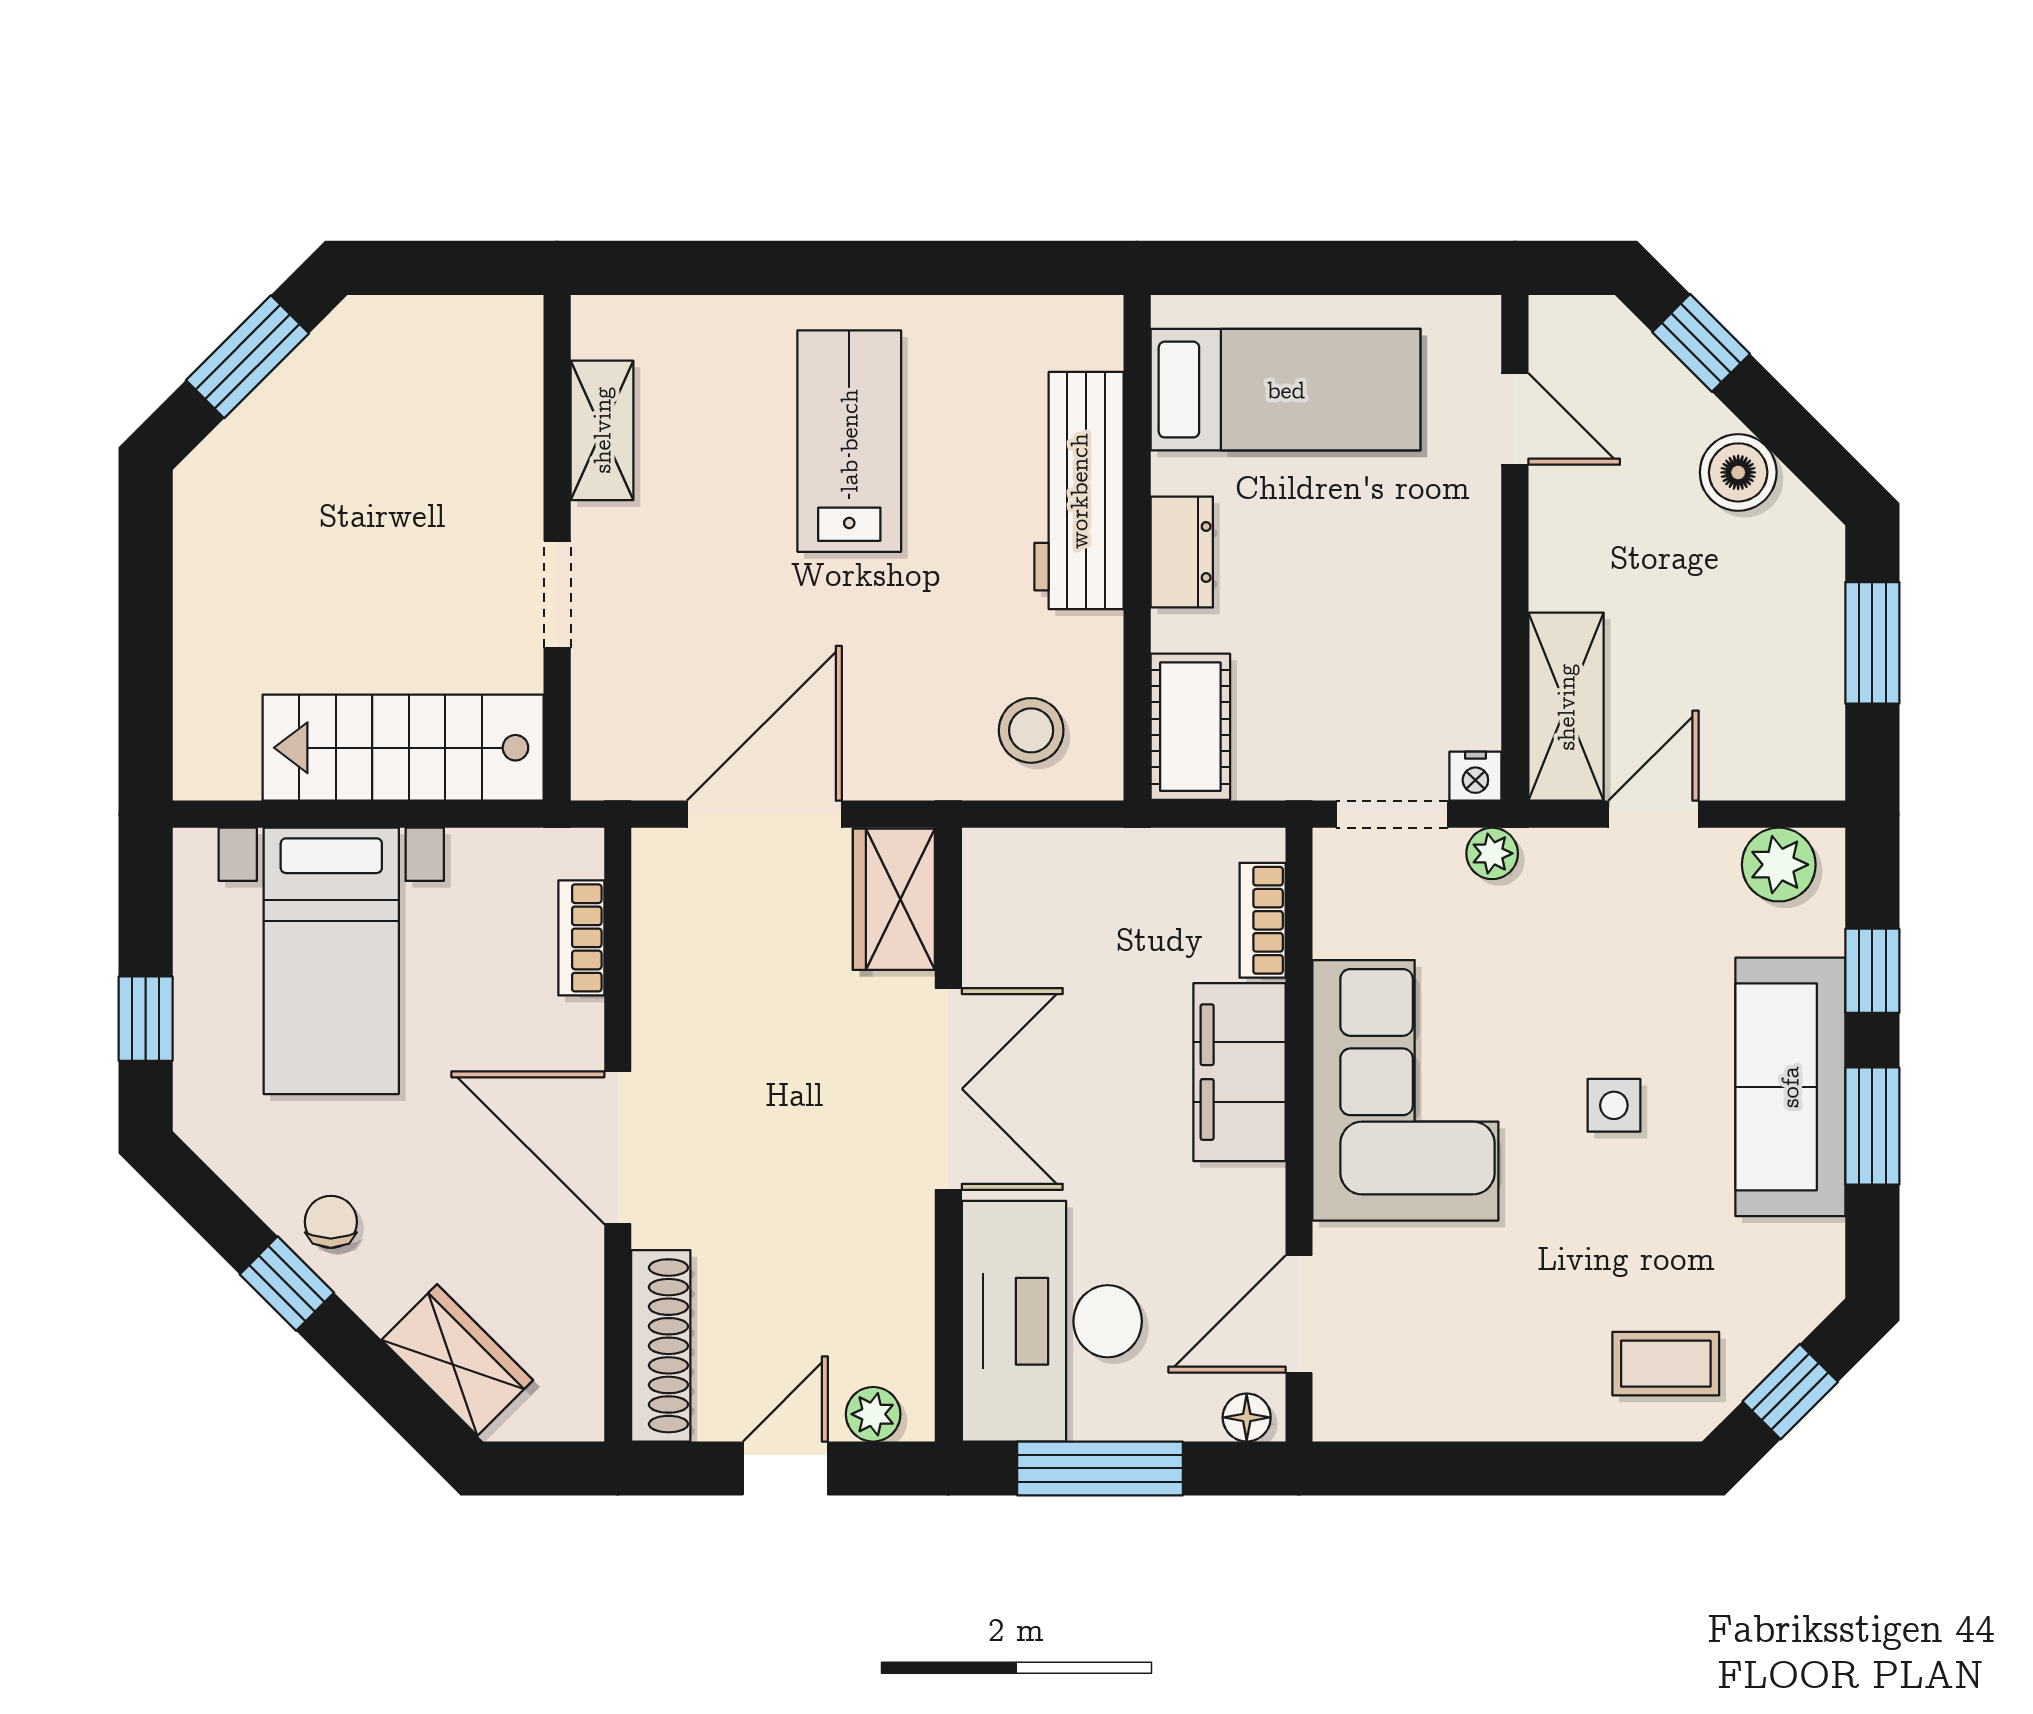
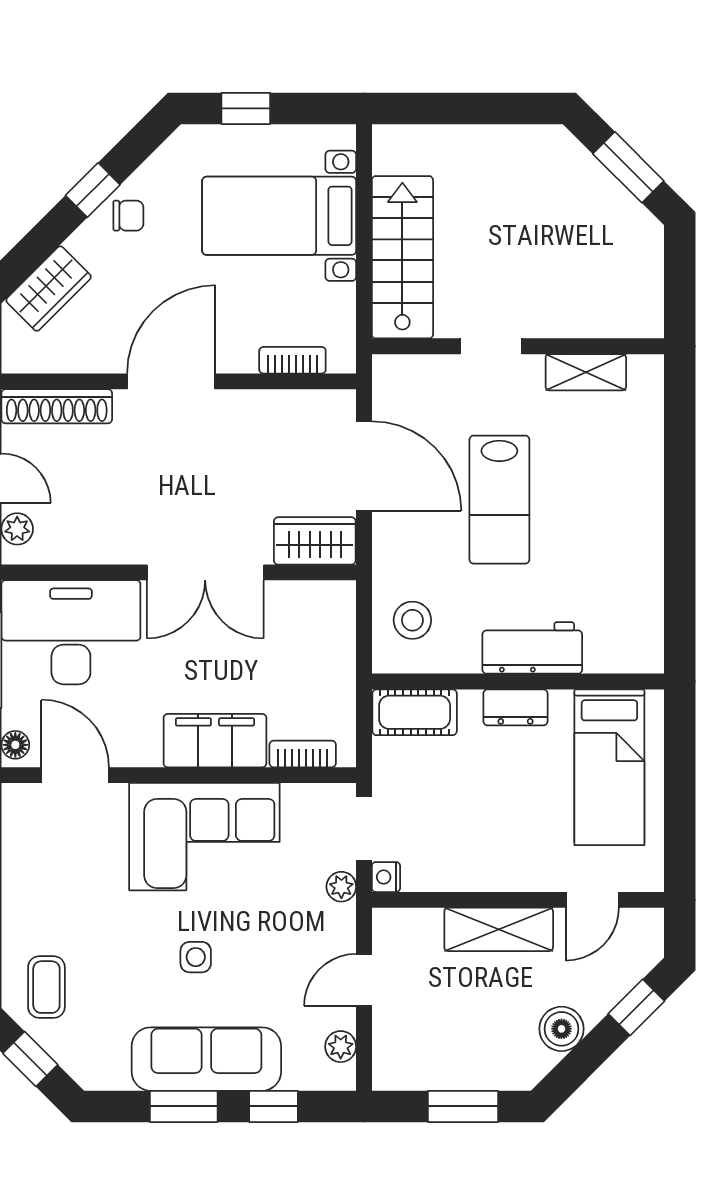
lab bench: (849, 441) -> (499, 500), moved, turned 90
workbench: (1079, 491) -> (532, 648), width x0.73
shelving: (1566, 707) -> (499, 929), moved
door: (1653, 814) -> (364, 980), swing flipped
plant: (1779, 865) -> (341, 1047), width x0.73, depth x0.73

